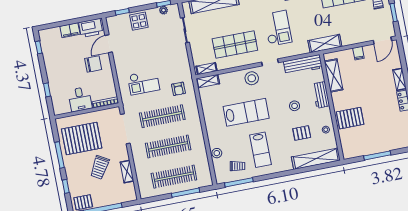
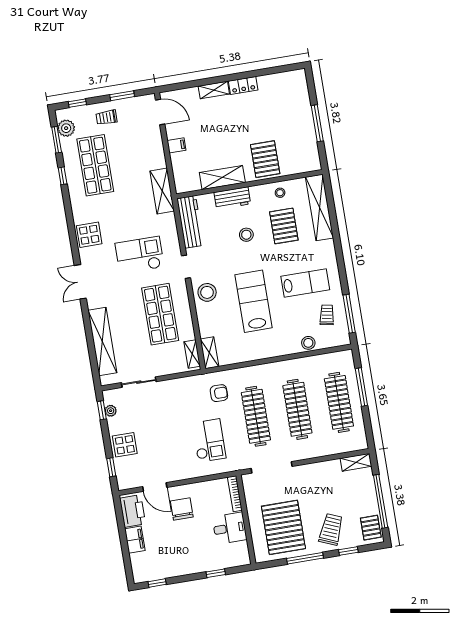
shelving: (334, 75) -> (222, 177), moved
pallet: (302, 133) -> (284, 226), width x1.50, depth x1.42
trolley: (100, 167) -> (331, 529), moved, turned -97
shelving: (127, 172) -> (356, 462), moved

